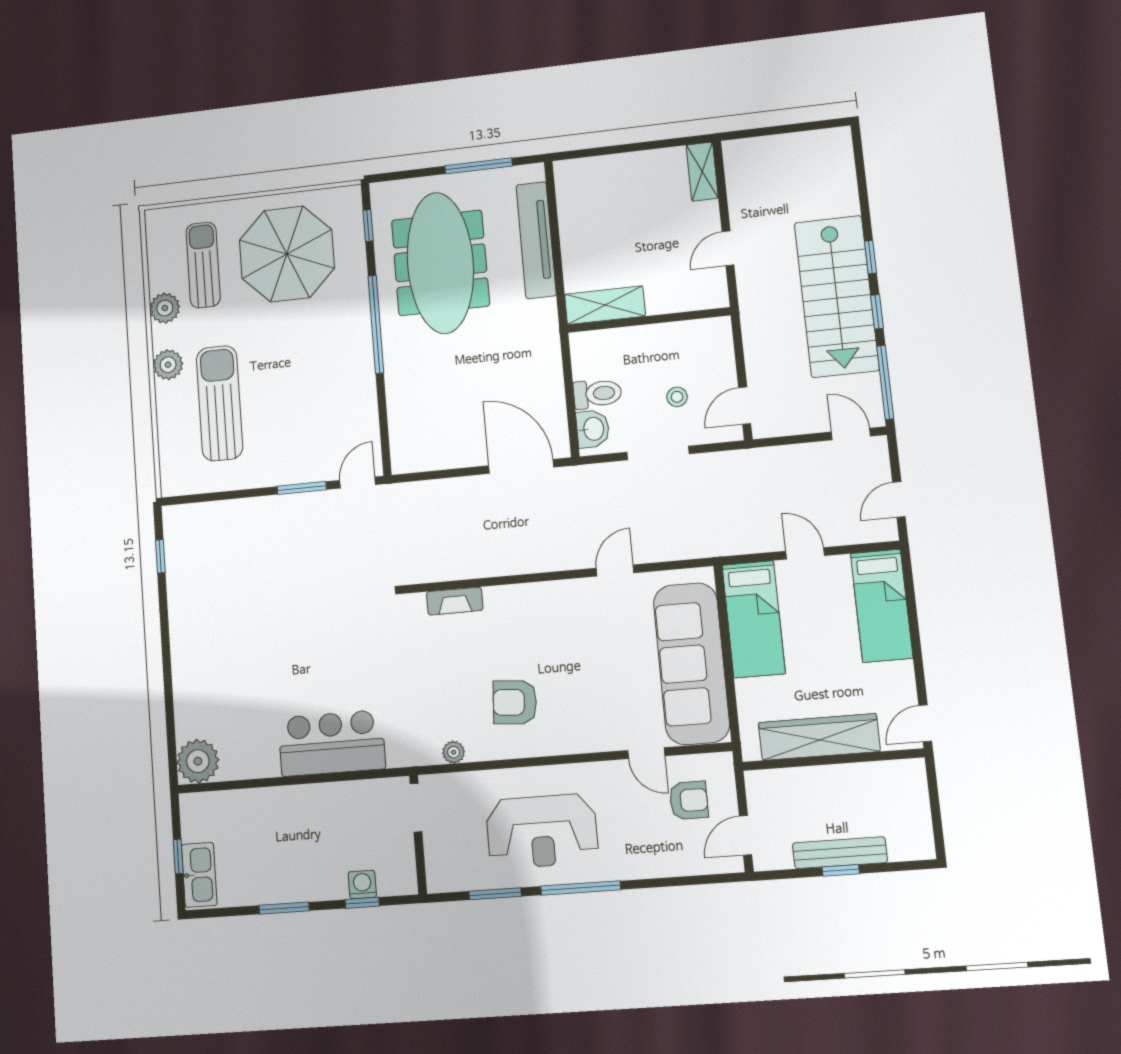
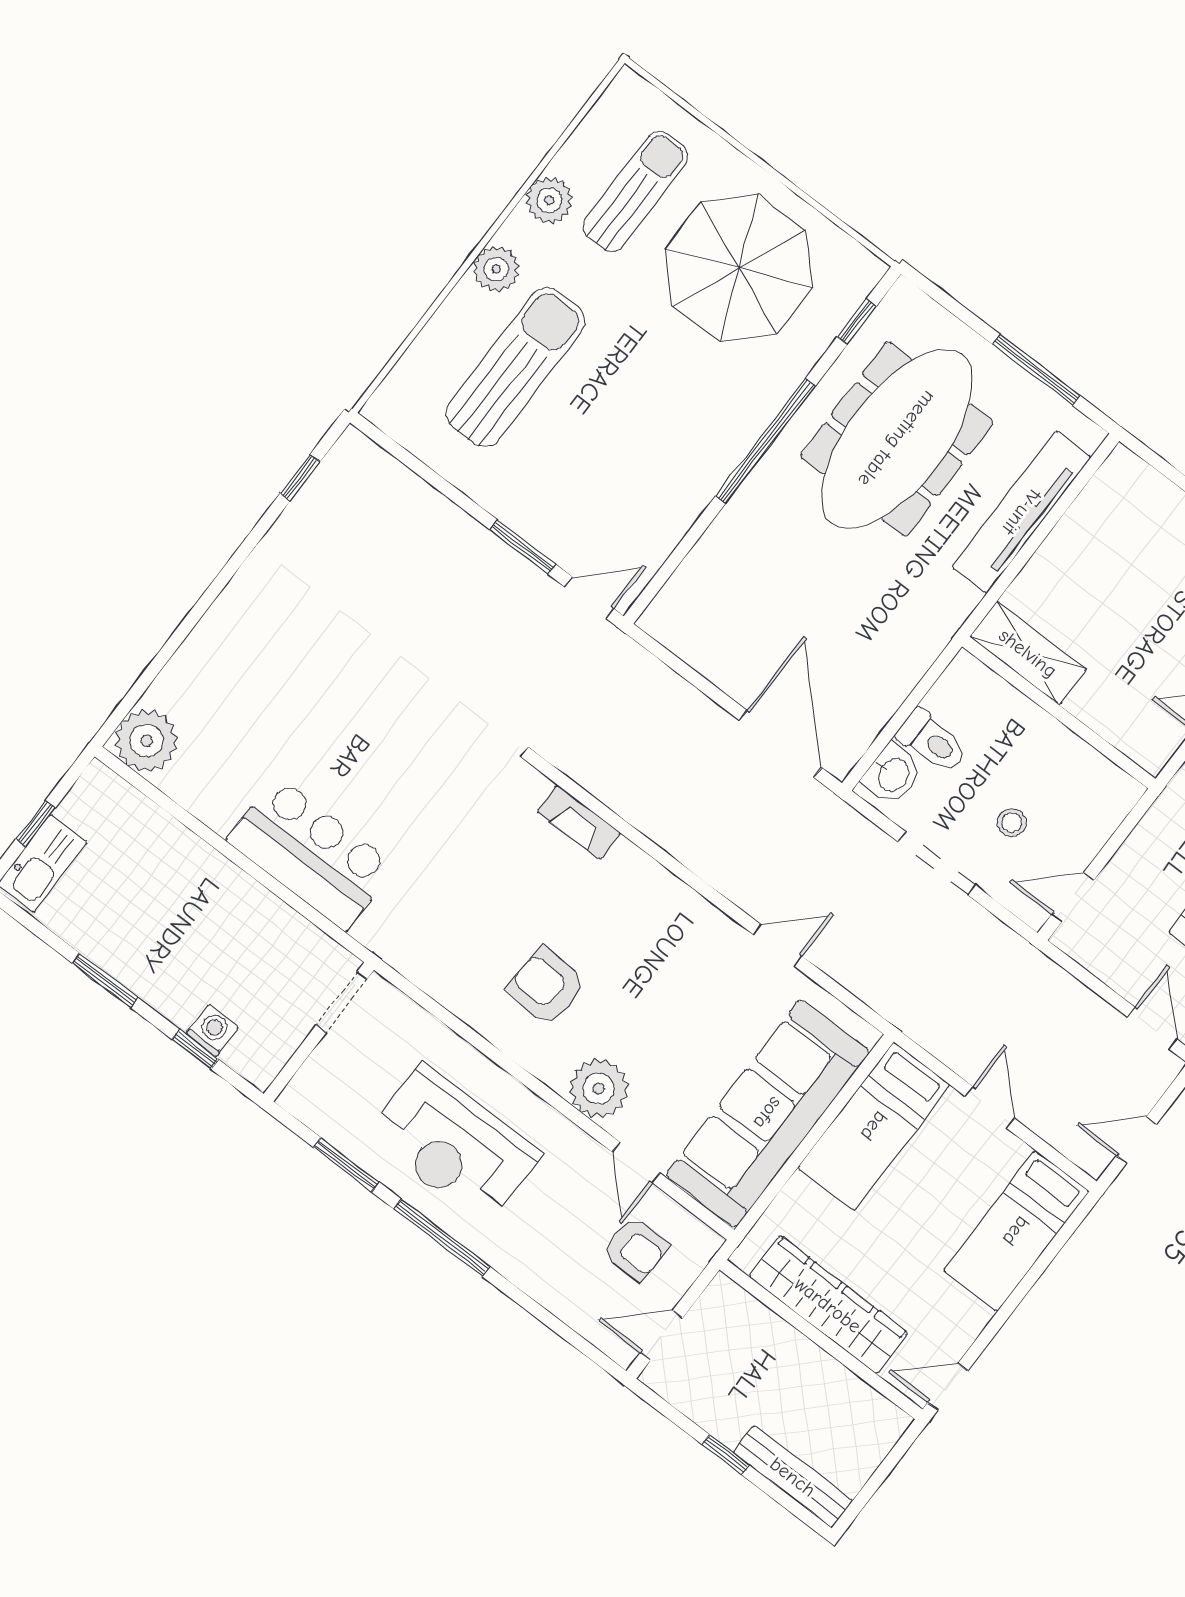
plant: (454, 752) -> (599, 1089), moved, width x1.88, depth x1.88
bench: (840, 853) -> (793, 1477), moved

